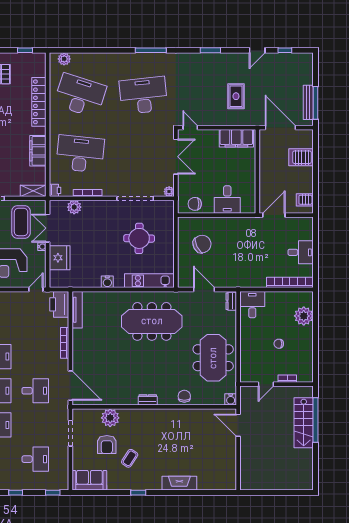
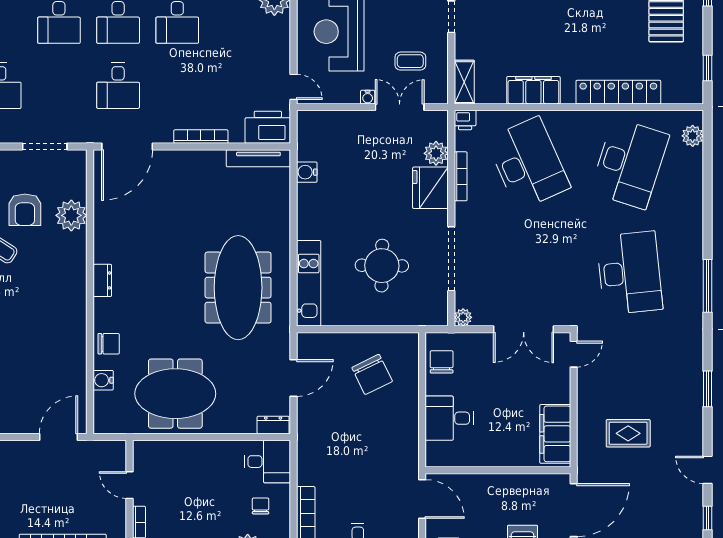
desk: (80, 154) -> (528, 163), turned -30
coffee table: (21, 222) -> (410, 61), width x0.54, depth x0.58
fridge: (60, 258) -> (430, 188), moved, turned 90
water cooler: (107, 282) -> (307, 172), moved
chair: (279, 344) -> (261, 506), moved
water cooler: (231, 399) -> (103, 380), moved
armchair: (107, 445) -> (25, 210), turned -90

